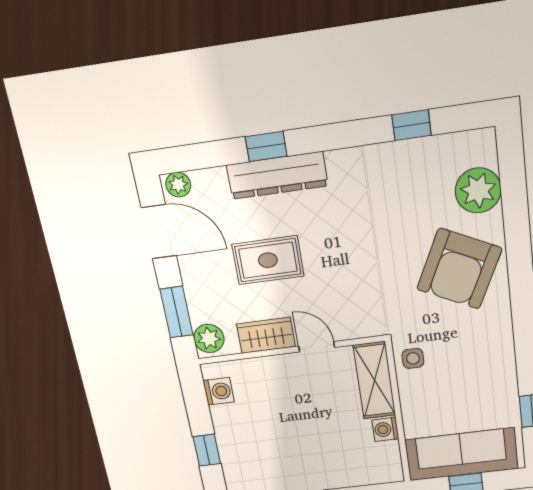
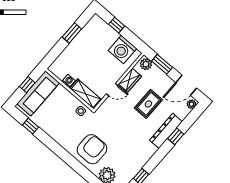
armchair: (459, 269) -> (92, 149), turned 64
washing machine: (219, 391) -> (122, 50), width x1.89, depth x1.89

